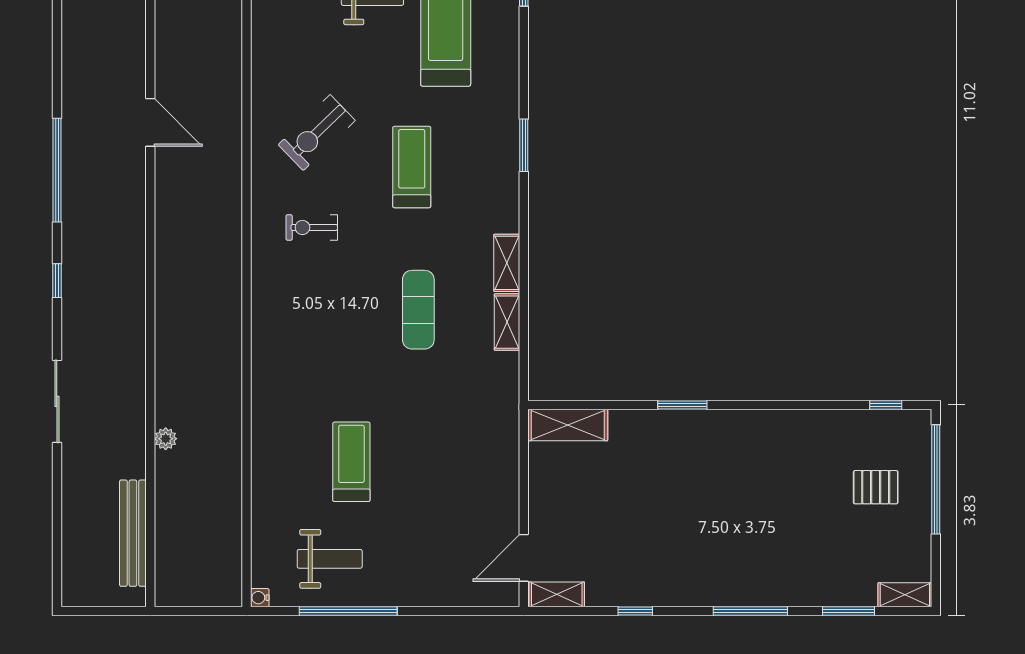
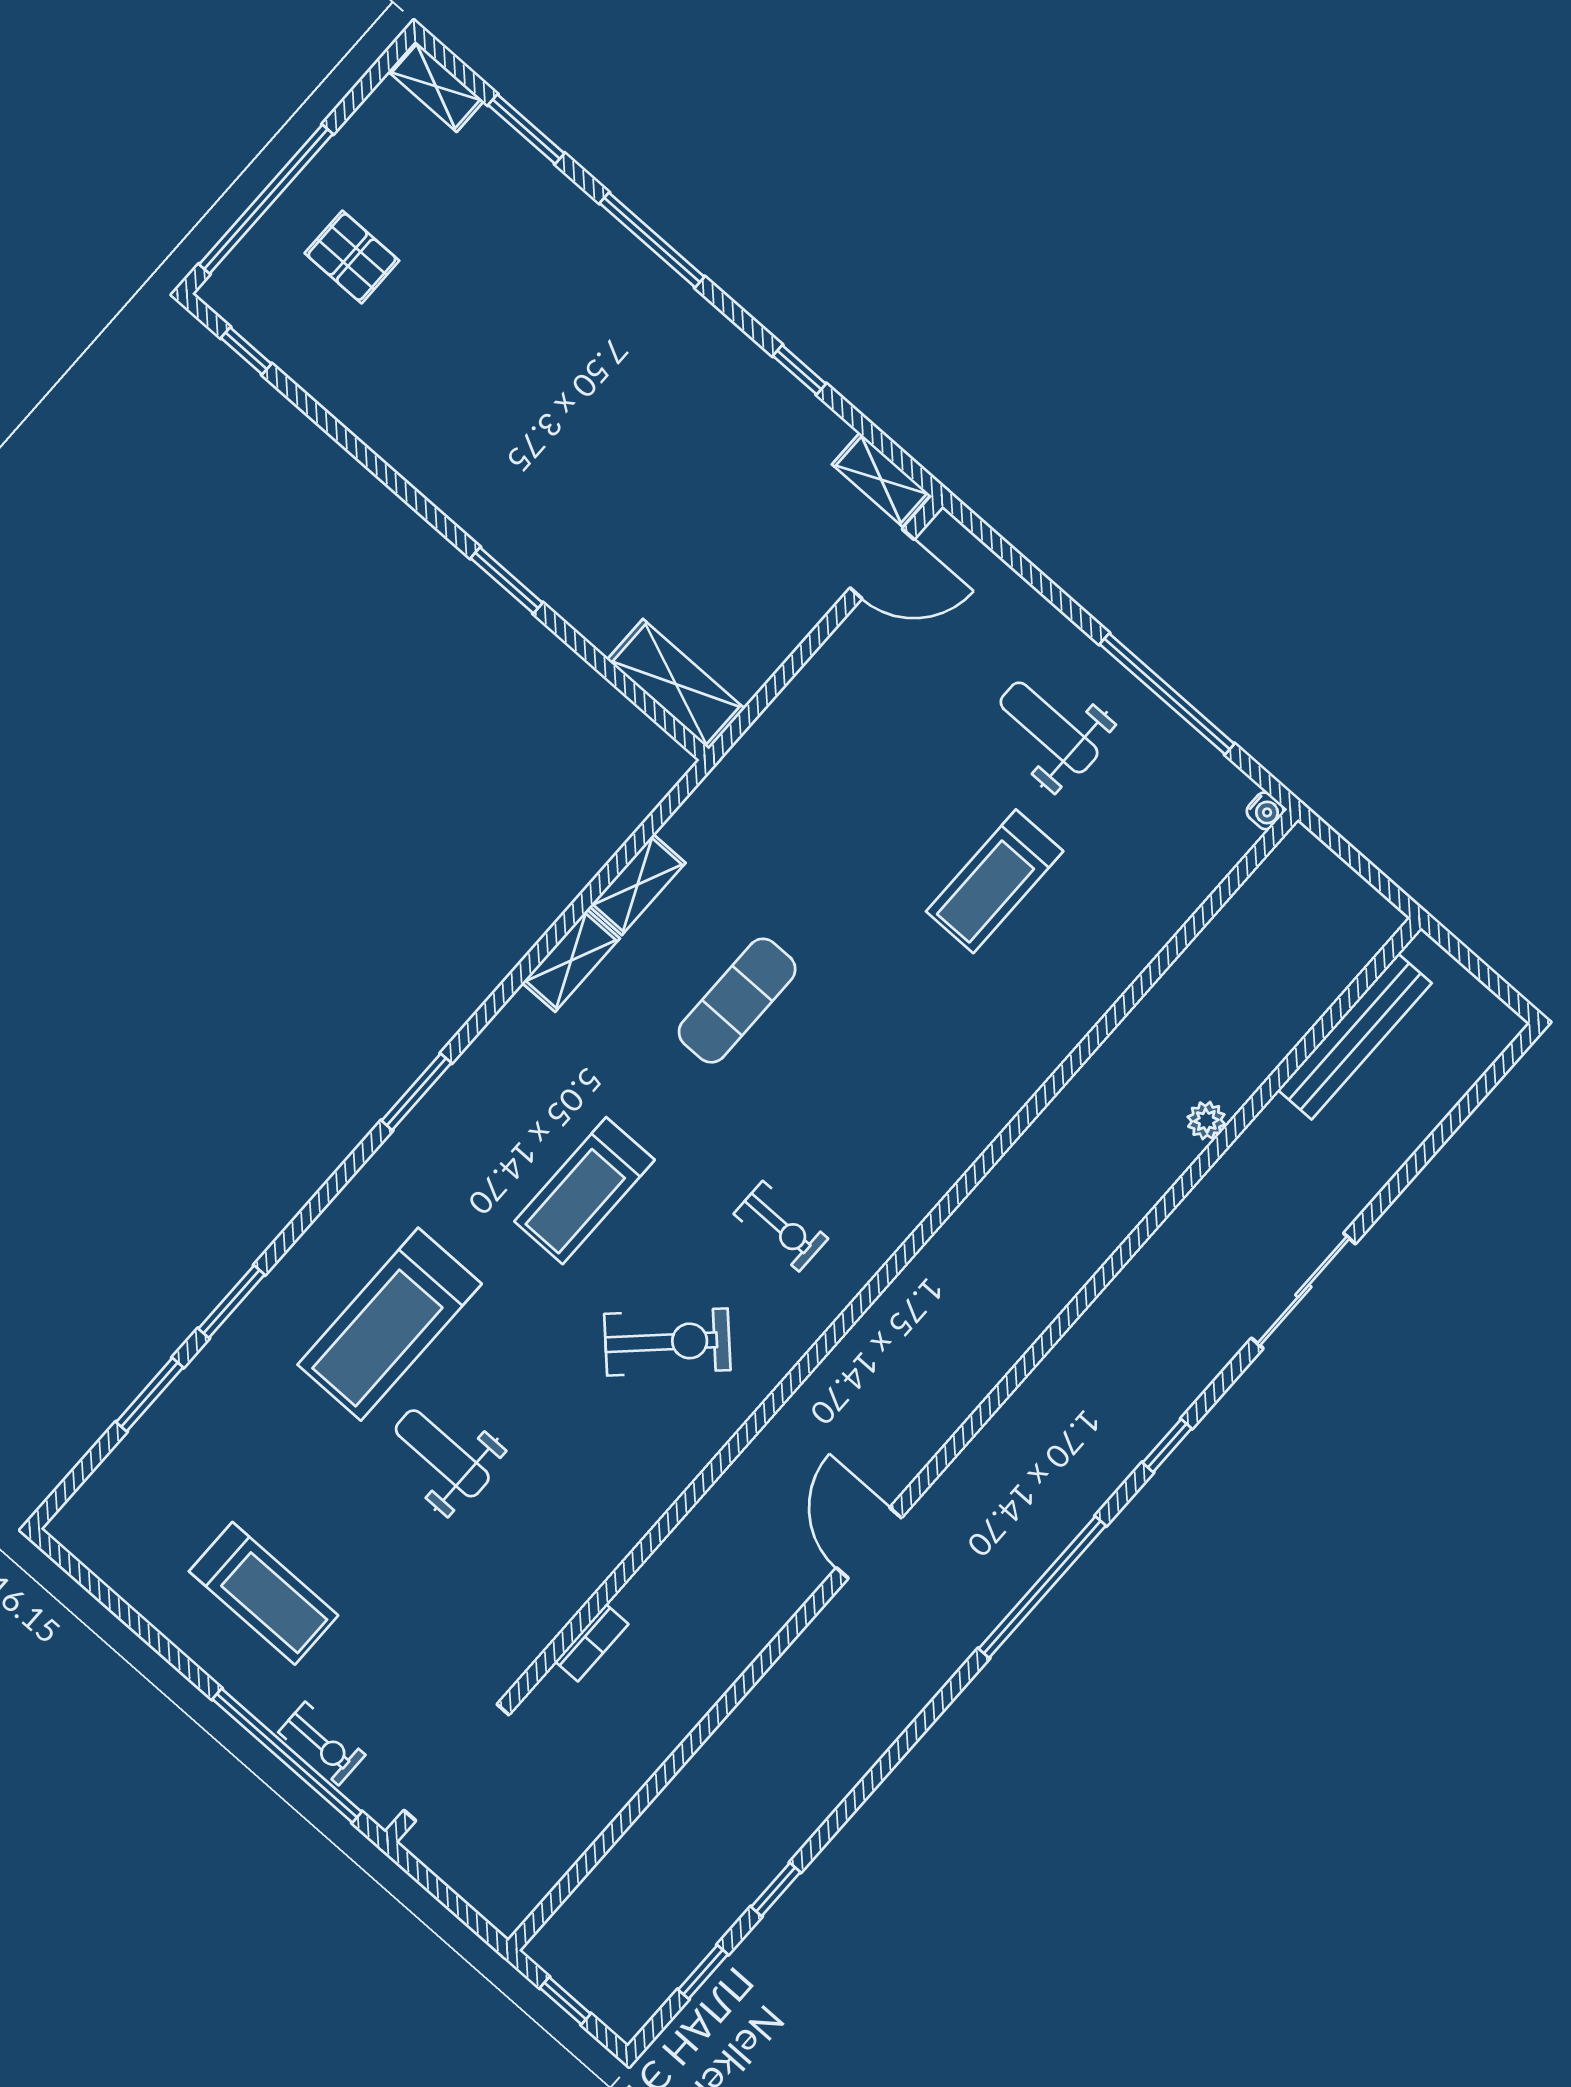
weight bench: (330, 559) -> (1049, 727), moved

